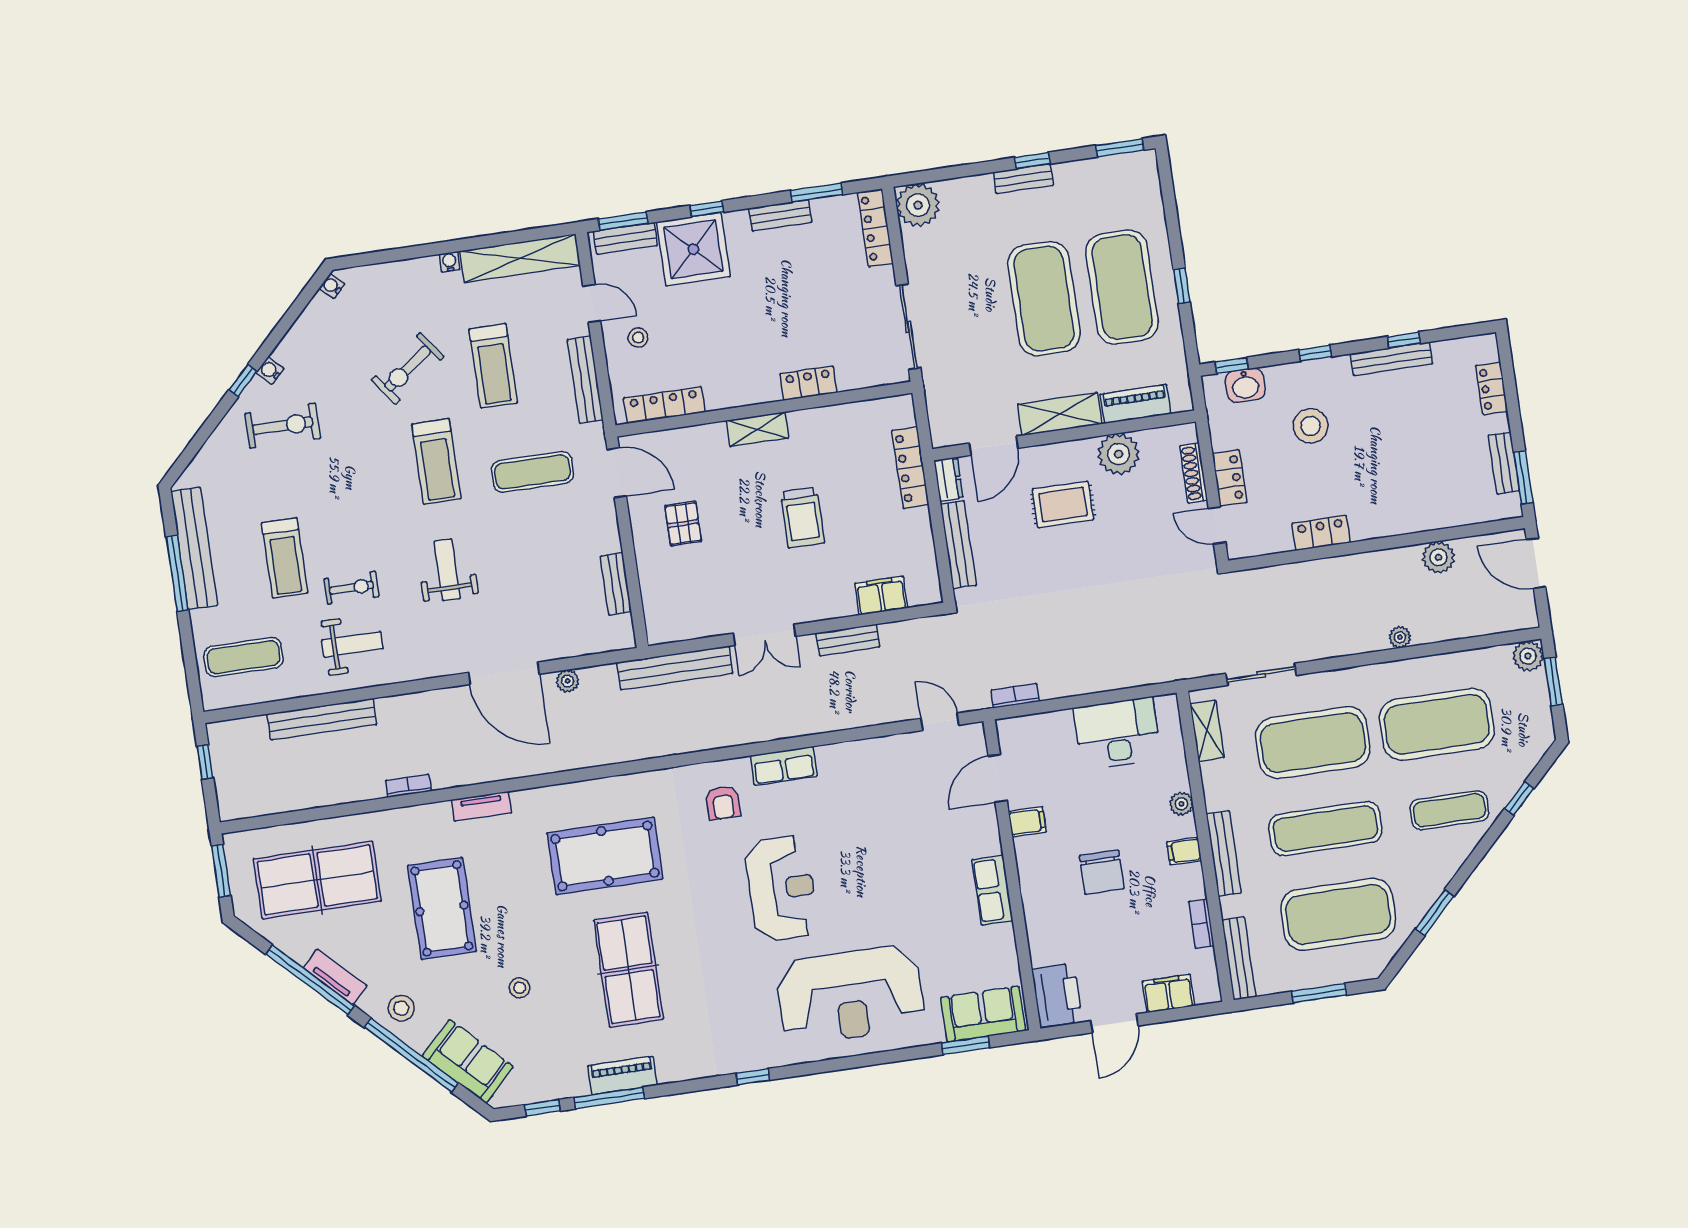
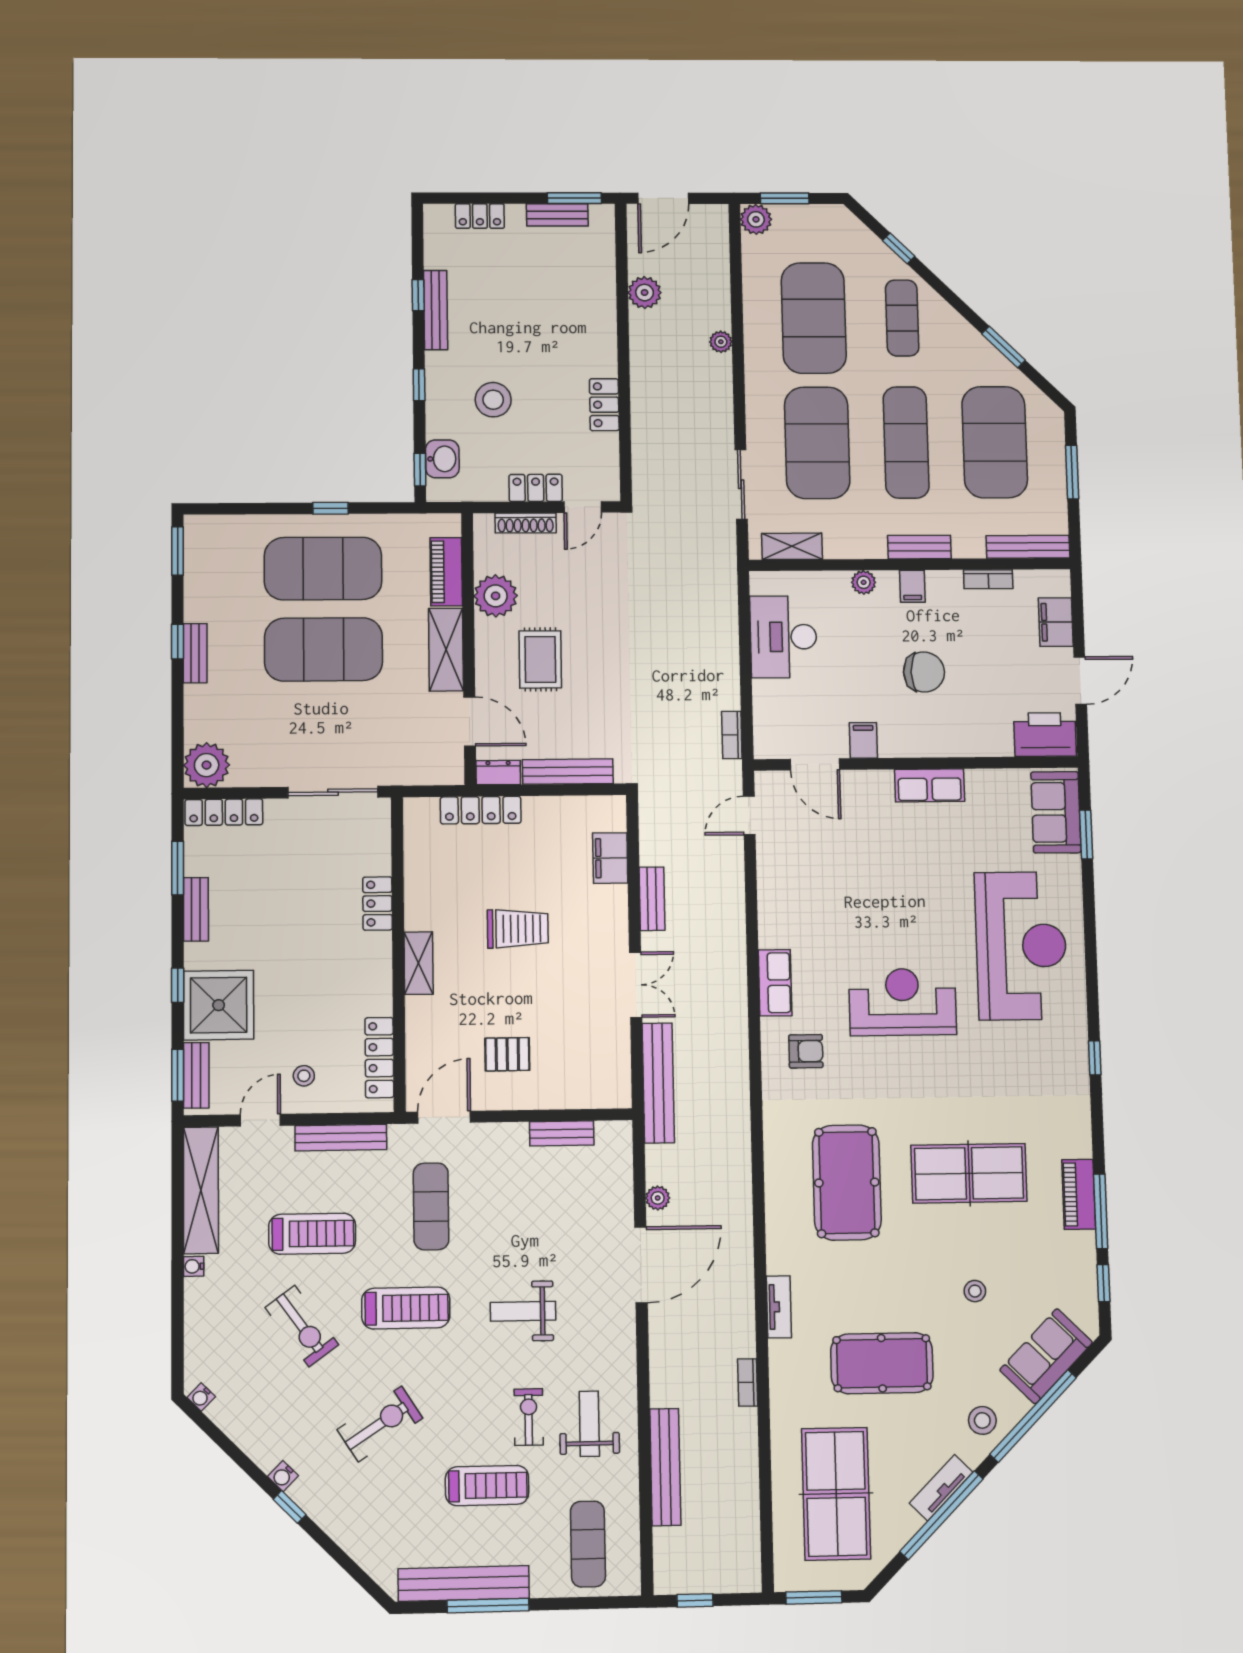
exercise bike: (283, 426) -> (380, 1424), moved, turned 57
bench: (1224, 853) -> (919, 547), width x0.73
door: (1114, 1023) -> (1080, 681), hinge flipped

